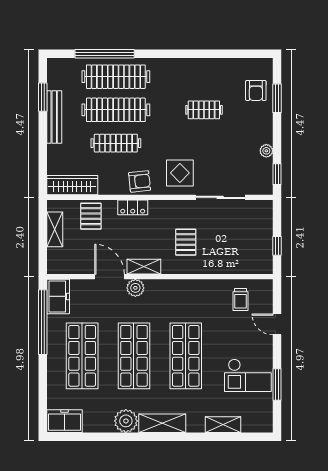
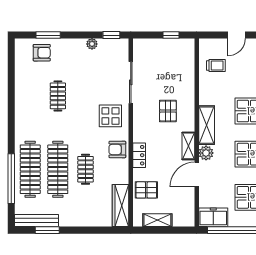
bench: (54, 117) -> (37, 221), moved
clothes rail: (116, 143) -> (86, 169), width x0.73
armchair: (140, 181) -> (117, 149), turned -84
pallet: (186, 242) -> (168, 111), turned 90
shelving: (169, 288) -> (207, 125), added

